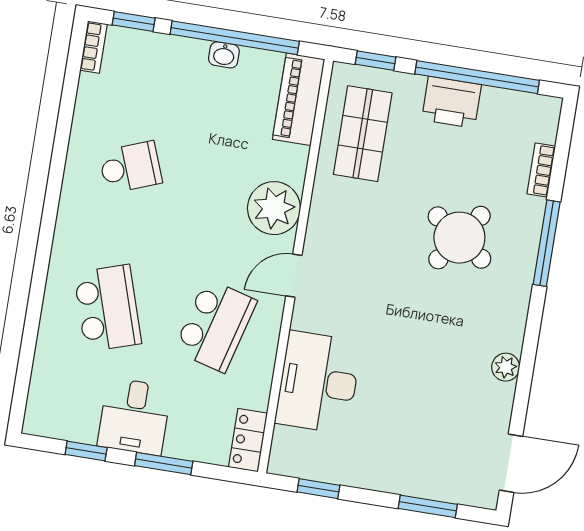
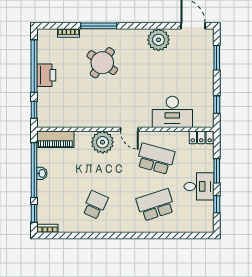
shop shelf: (363, 134) -> (65, 110), removed
school desk: (130, 167) -> (95, 205), turned 45
plant: (506, 367) -> (158, 40), width x1.88, depth x1.88

